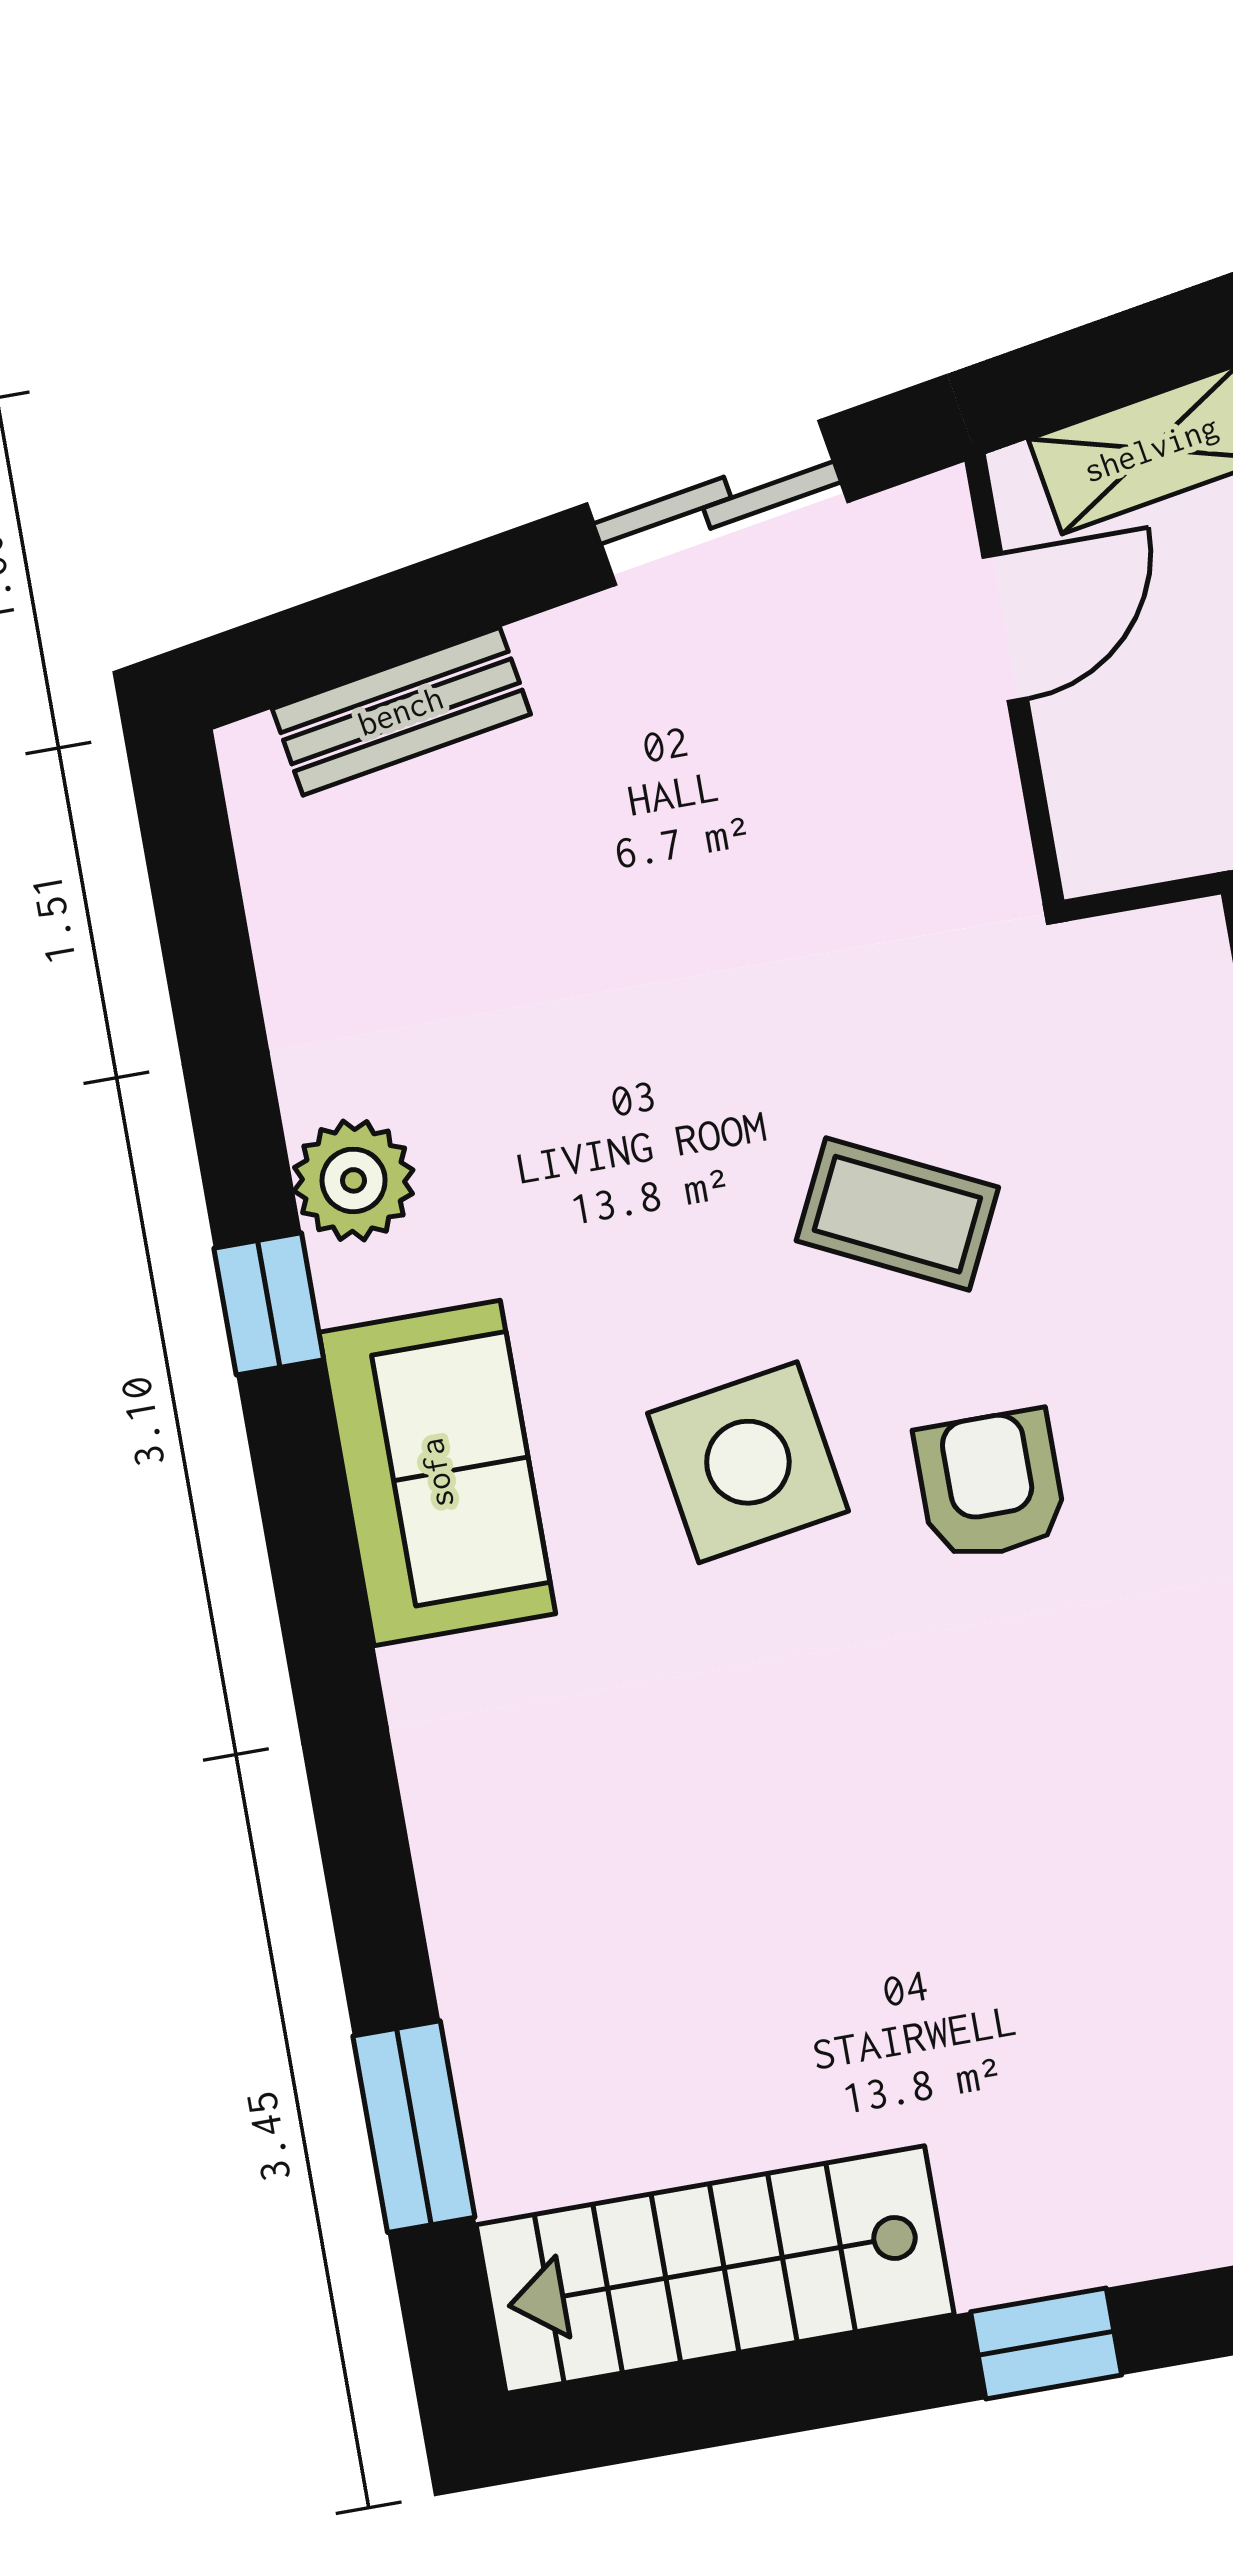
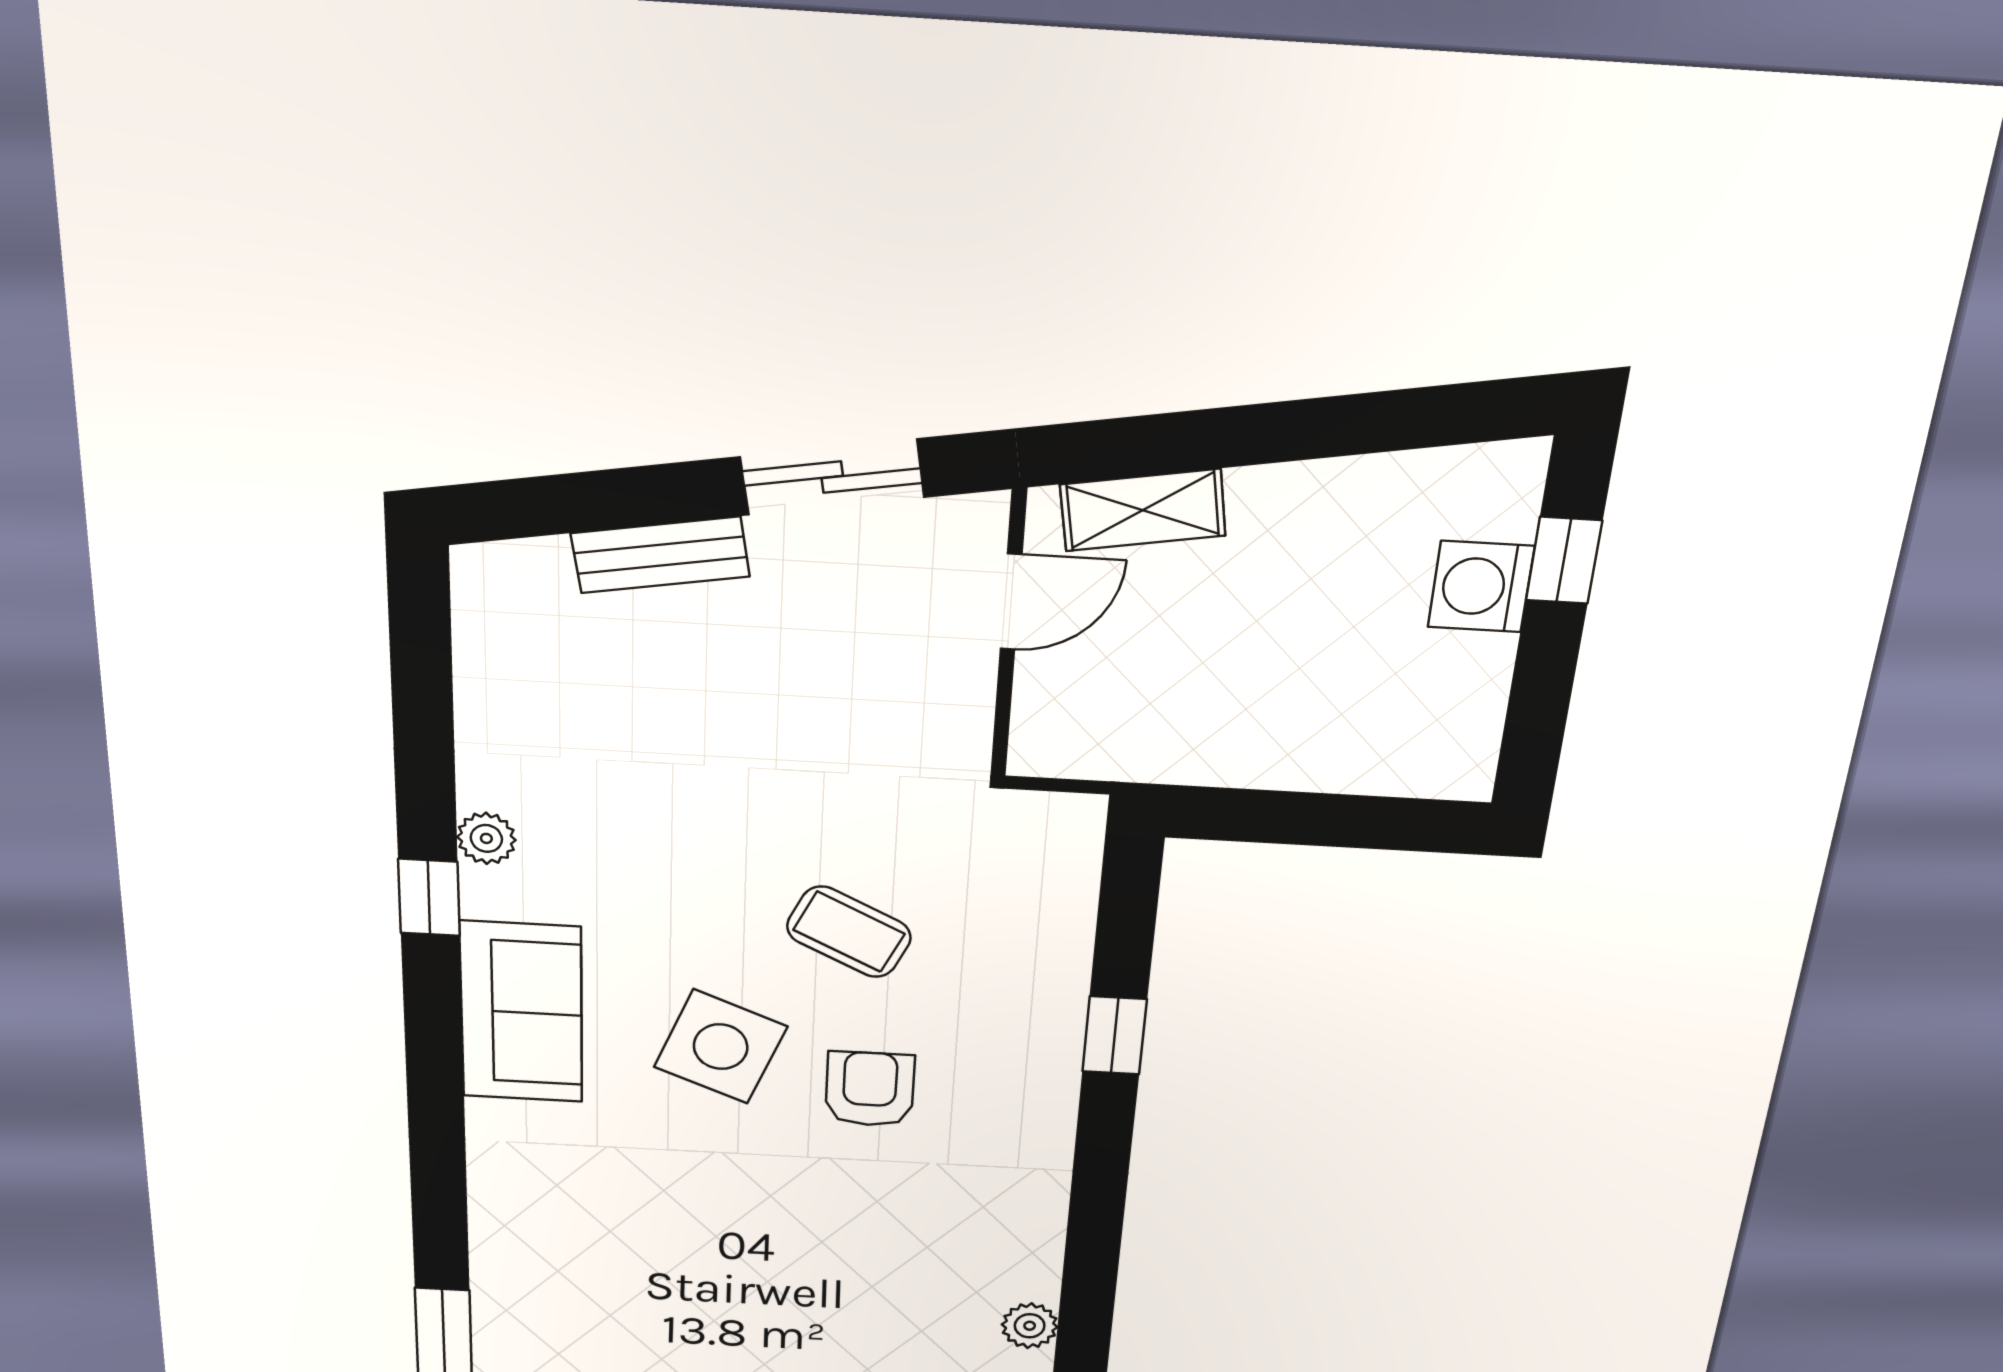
bench: (401, 711) -> (660, 555), moved
plant: (354, 1180) -> (486, 838), width x0.73, depth x0.73
side table: (748, 1462) -> (721, 1047), turned 31

